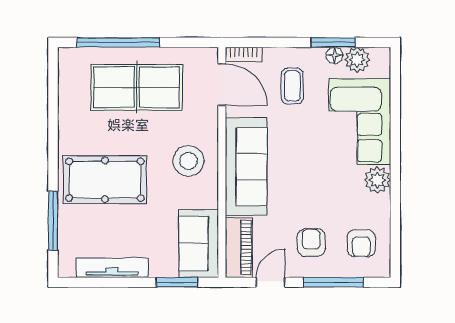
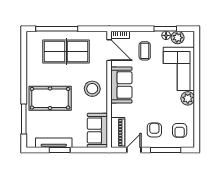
sofa: (246, 166) -> (121, 85), width x0.73
window: (177, 282) -> (60, 150), moved

